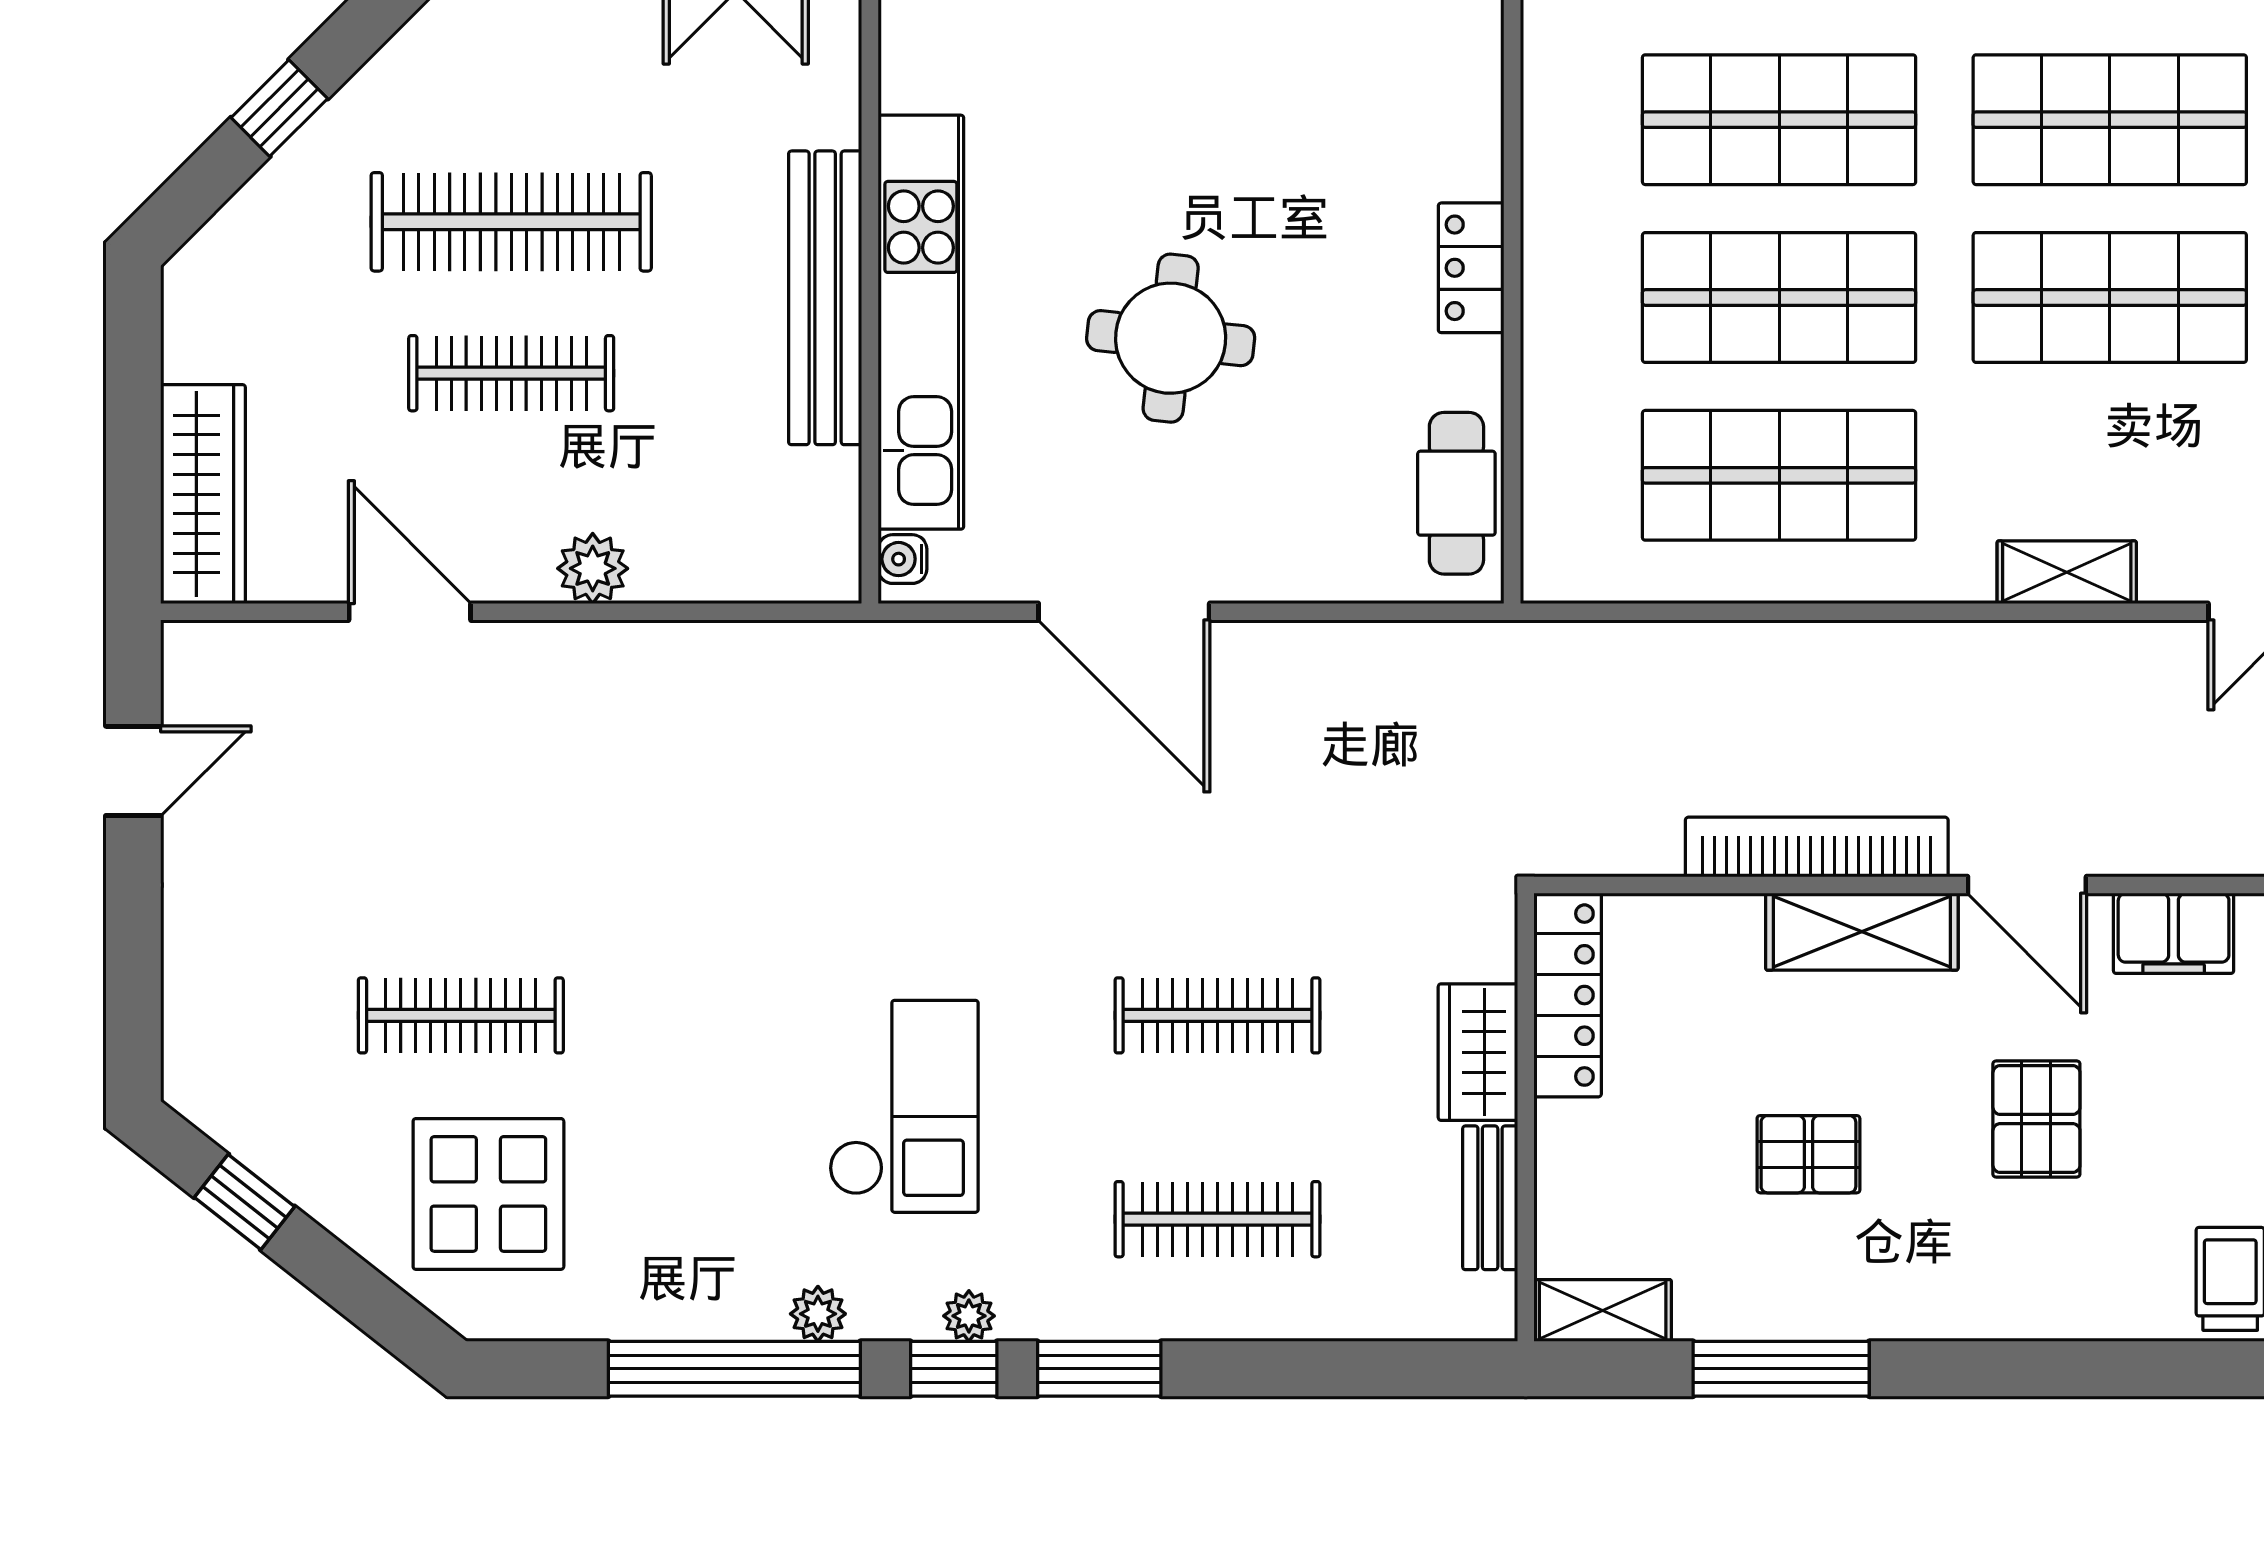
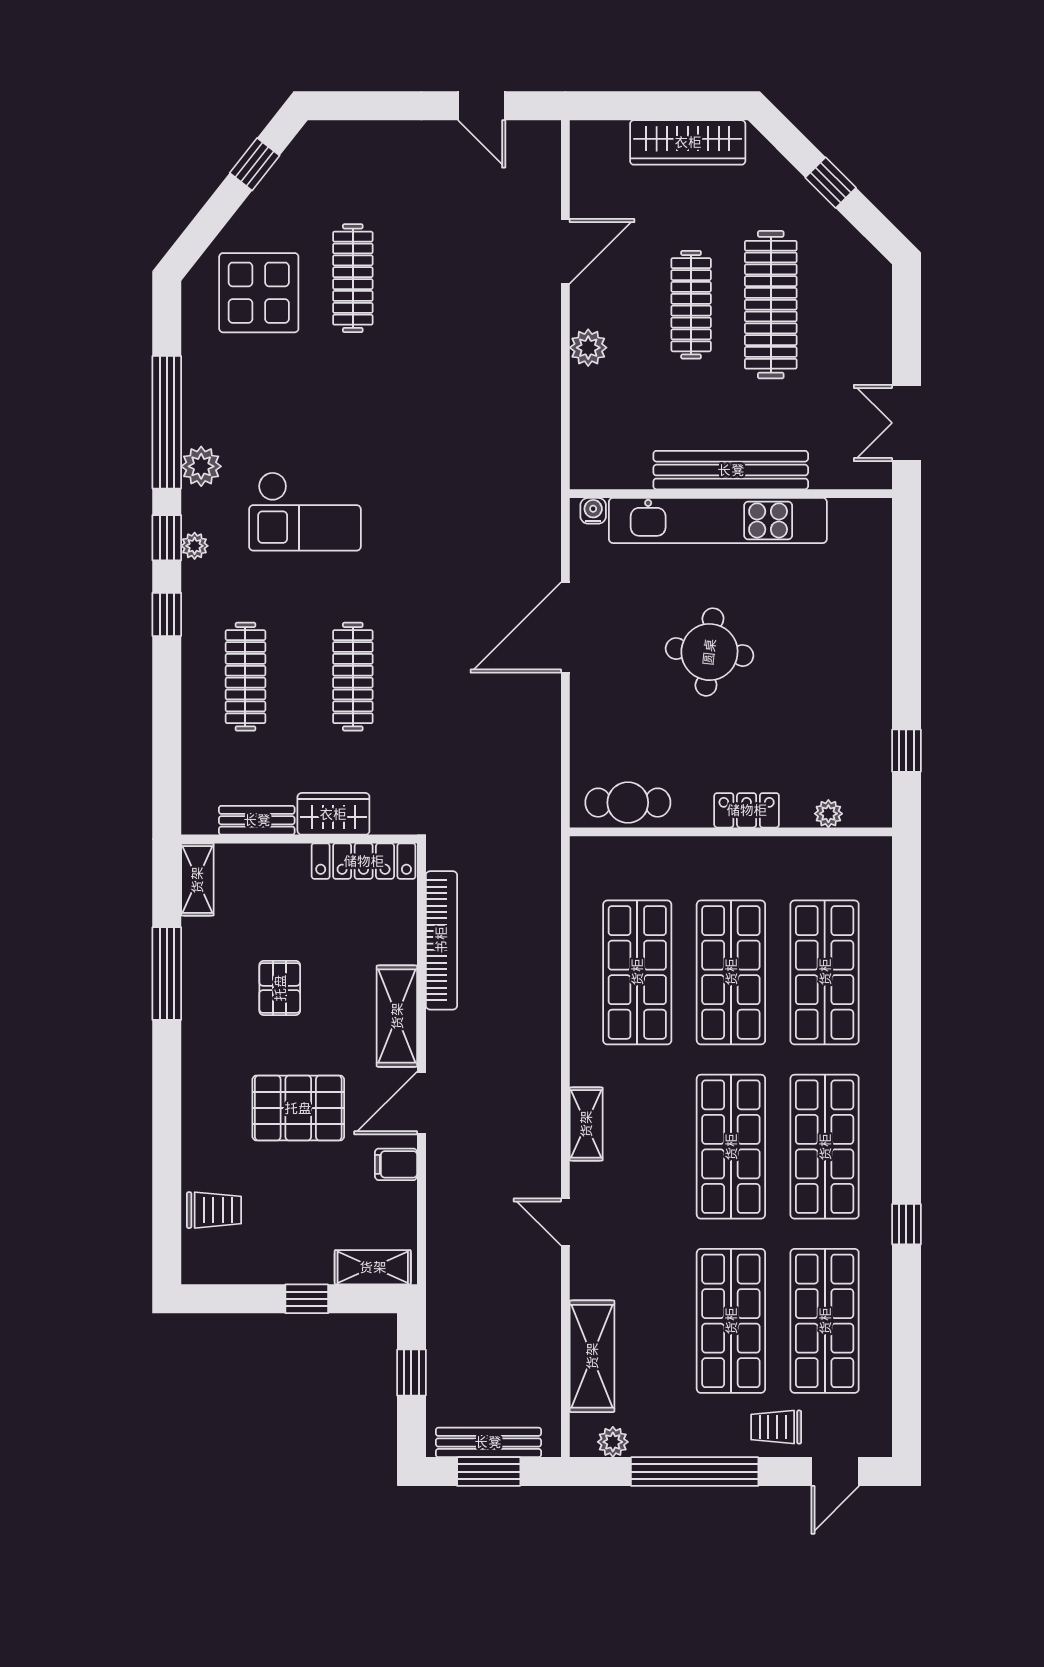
plant: (1478, 112) -> (828, 814), added
wardrobe: (203, 494) -> (688, 142), moved
bookcase: (1817, 847) -> (441, 940), moved
filing cabinet: (2174, 933) -> (396, 1164), width x0.50
pallet: (2036, 1119) -> (298, 1108), width x1.50, depth x1.42
plant: (818, 1314) -> (201, 466), width x1.38, depth x1.38
window: (1099, 1369) -> (167, 614), width x0.67

